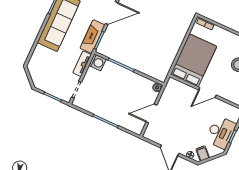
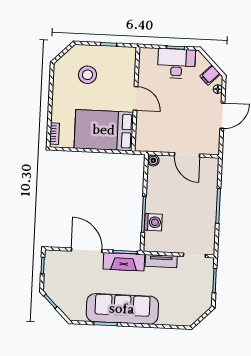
washing machine: (97, 62) -> (153, 222), moved, turned 90

